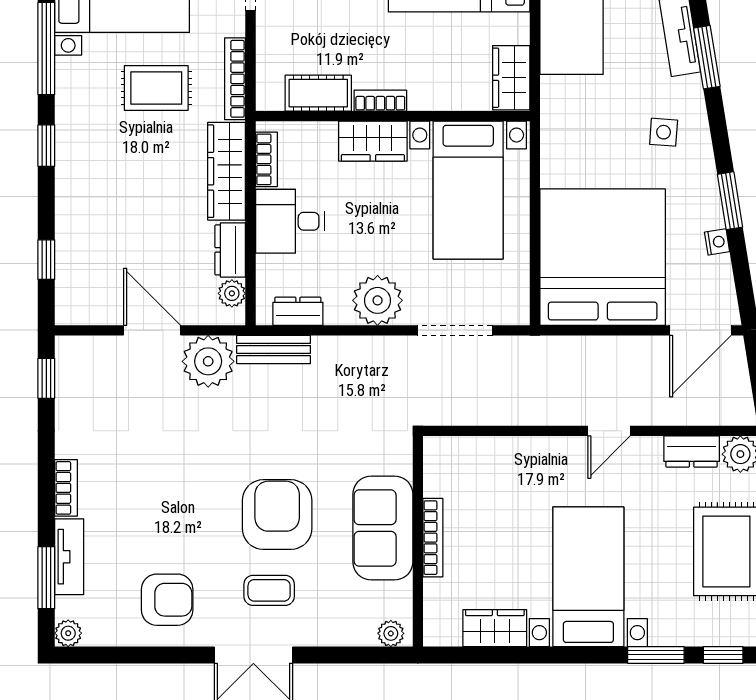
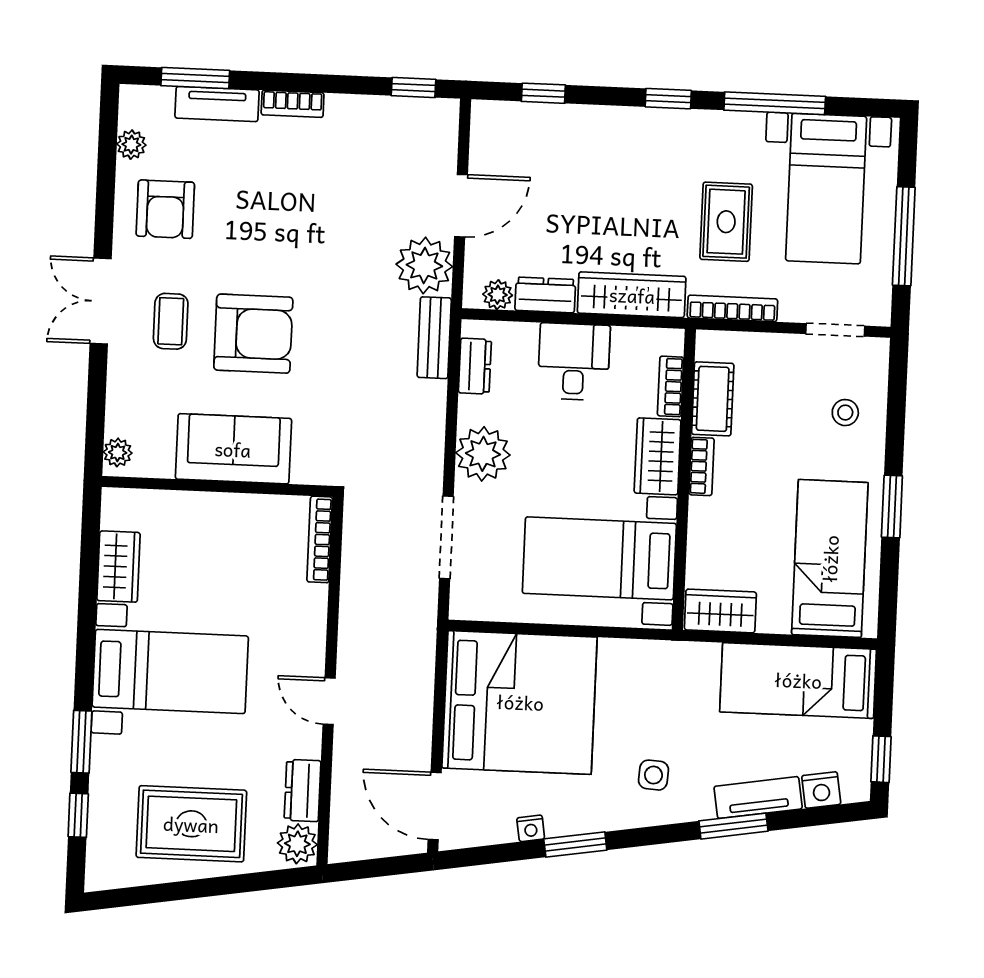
bookcase: (266, 159) -> (671, 386), moved, turned 90
bookcase: (433, 538) -> (320, 539), moved, turned 90
plant: (68, 633) -> (131, 145), moved

